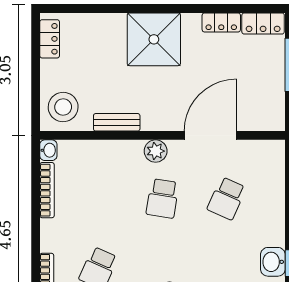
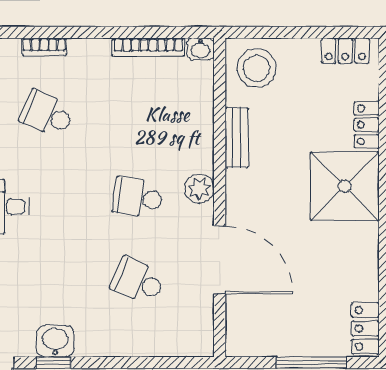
locker: (221, 22) -> (367, 125), moved

